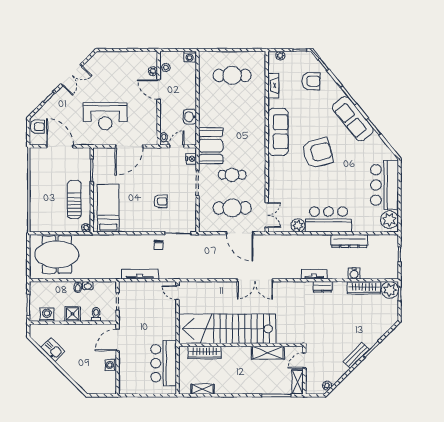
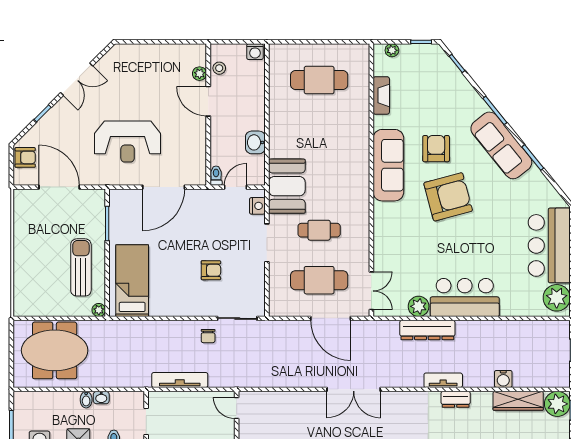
armchair: (311, 81) -> (436, 149), moved, turned -90
dresser: (349, 241) -> (427, 330), moved

